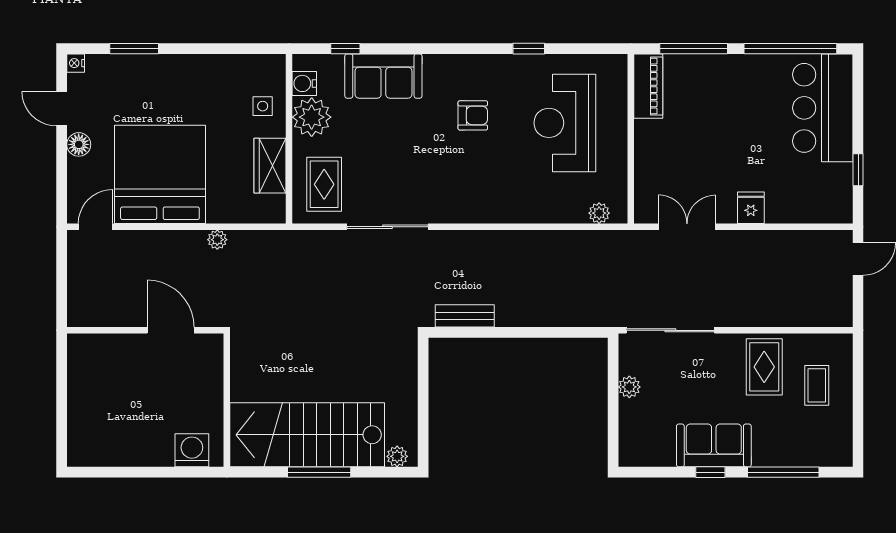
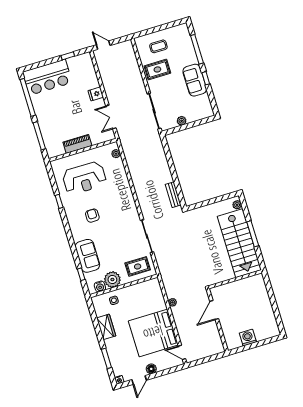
piano: (648, 86) -> (77, 144), moved
wardrobe: (270, 166) -> (106, 327), moved, turned -90
washing machine: (192, 450) -> (248, 338), moved, turned 90

